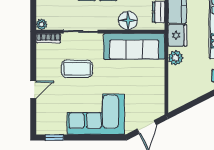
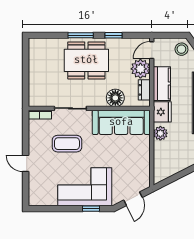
plant: (42, 24) -> (34, 102), removed
door: (33, 90) -> (26, 163), swing flipped
window: (54, 137) -> (91, 209), moved

